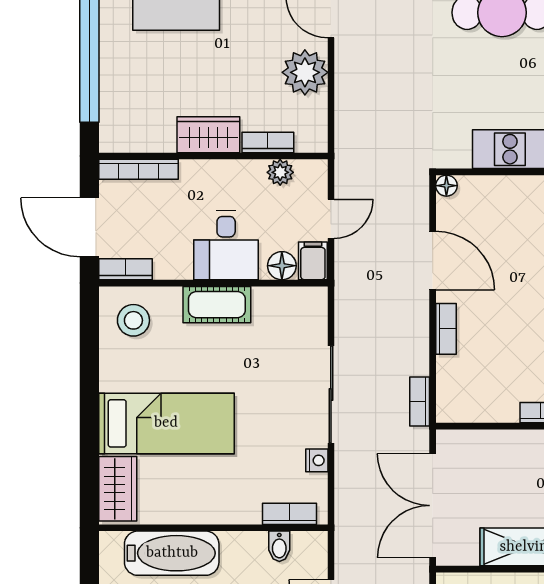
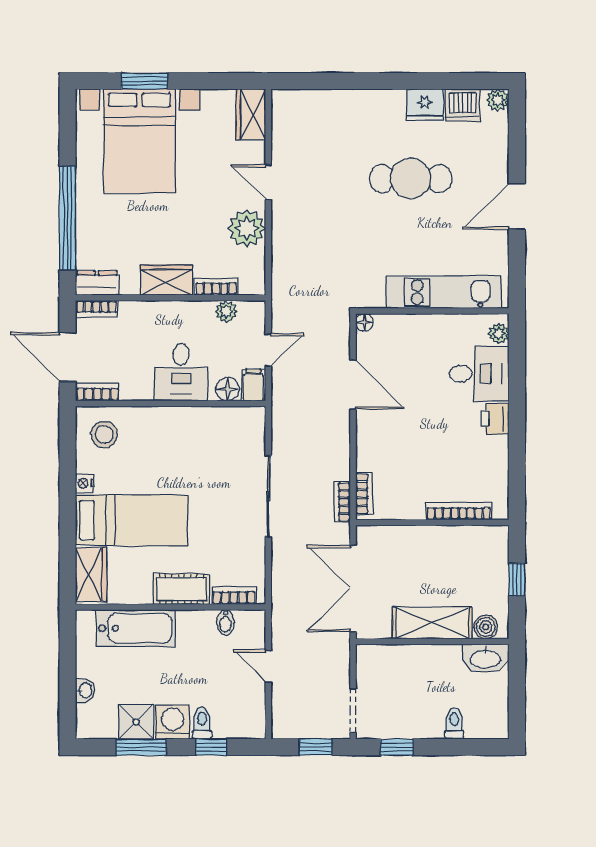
dresser: (125, 138) -> (97, 283), added
bookcase: (139, 169) -> (96, 309), width x0.64
cot: (217, 305) -> (181, 589), moved
bookcase: (446, 329) -> (364, 494), moved
nightstand: (317, 460) -> (84, 483), moved, turned 180

